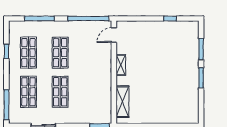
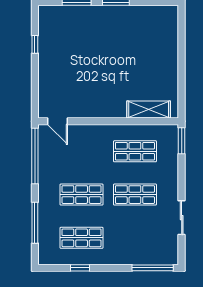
shelving: (121, 65) -> (98, 112), removed
shop shelf: (28, 92) -> (135, 151), moved

